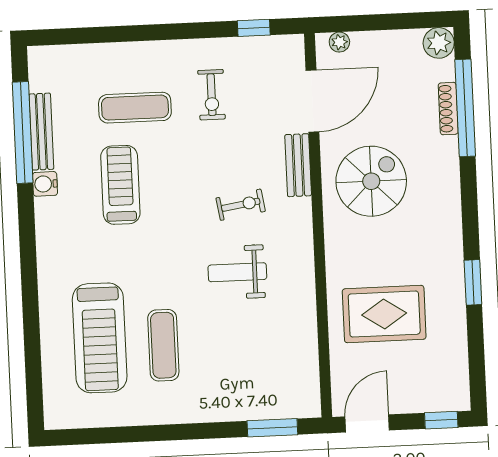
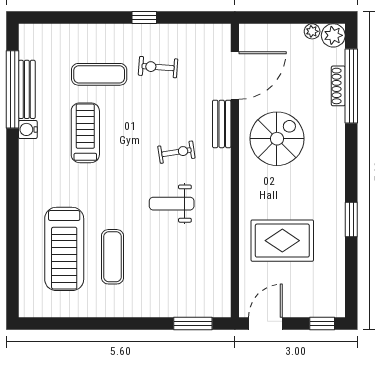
window: (254, 28) -> (144, 18), moved
plant: (339, 42) -> (312, 31), moved
exercise bike: (212, 95) -> (158, 67), turned 94

